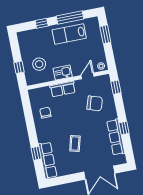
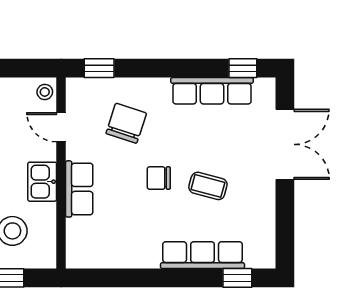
chair: (45, 113) -> (159, 178), moved
window: (124, 128) -> (243, 68), moved
window: (36, 153) -> (237, 278), moved
row of seats: (48, 160) -> (202, 255), moved

